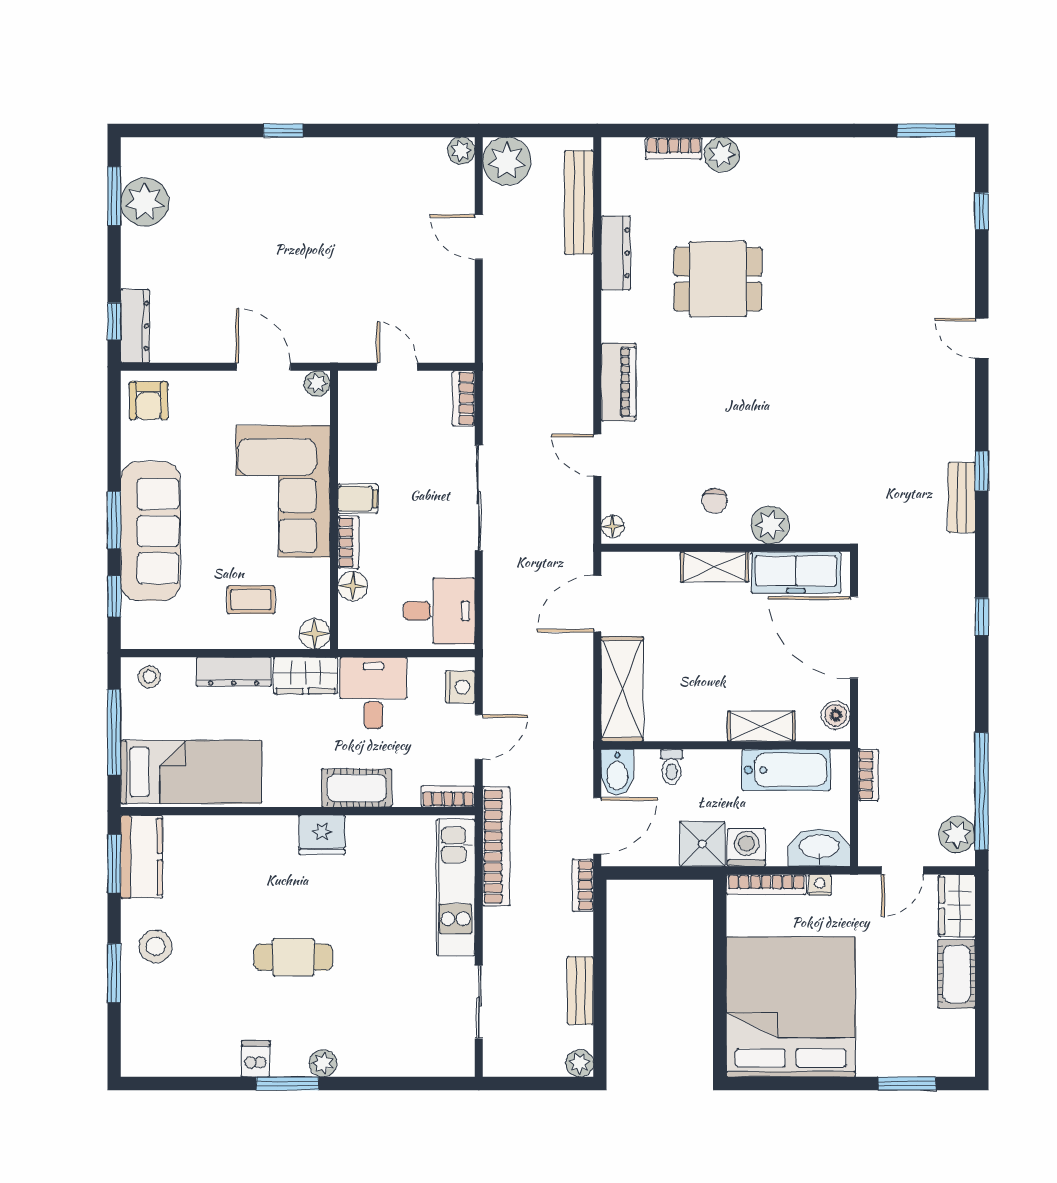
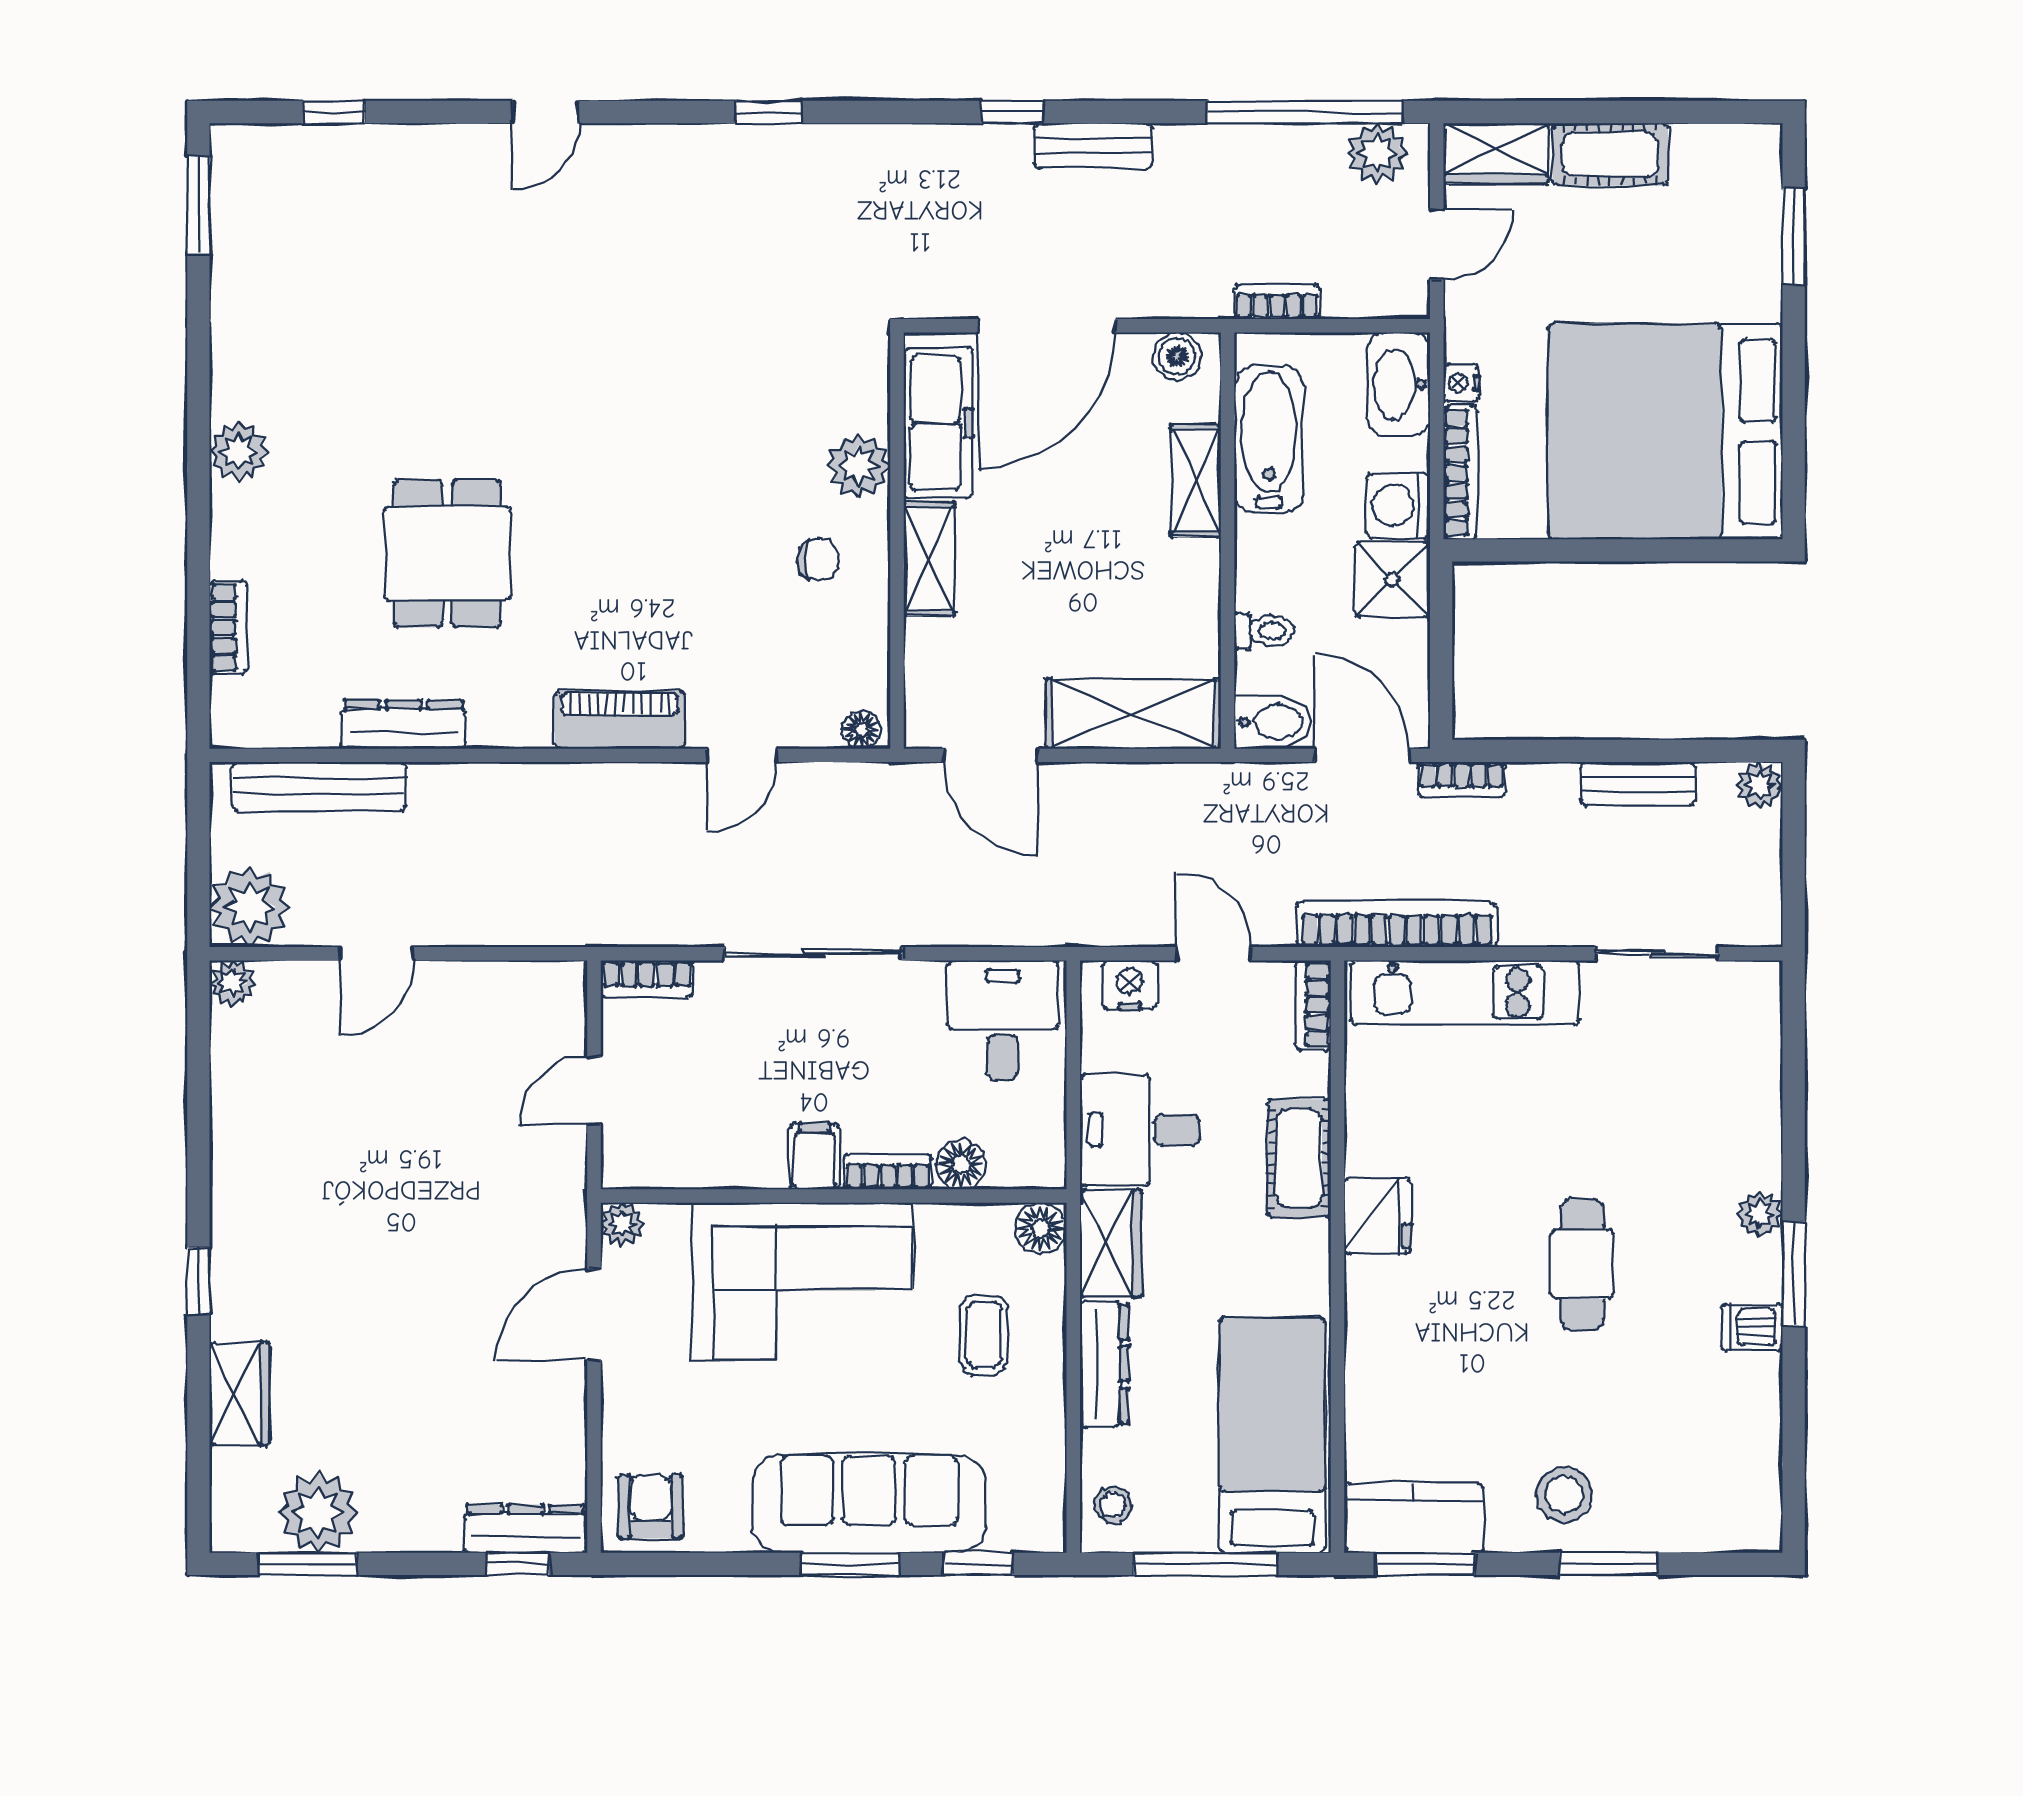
plant: (722, 154) -> (239, 451), moved
wardrobe: (216, 155) -> (239, 1394), added
armchair: (149, 401) -> (651, 1506), turned -90
bench: (962, 497) -> (1094, 146), moved
door: (902, 870) -> (1437, 245), hinge flipped

